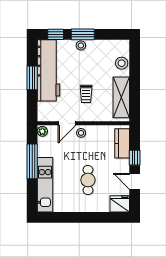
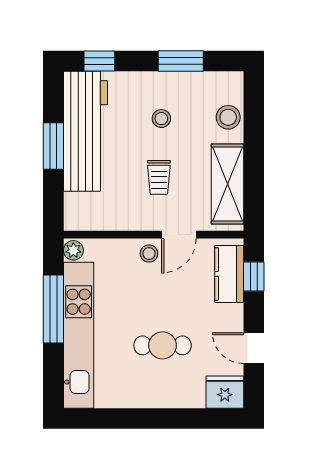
window: (83, 34) -> (181, 61), moved
stool: (81, 45) -> (161, 119), moved
door: (67, 123) -> (179, 235), moved
window: (135, 158) -> (254, 276), moved
cafe table: (88, 180) -> (163, 345), turned 90
kitchen unit: (45, 185) -> (79, 335), width x1.36

